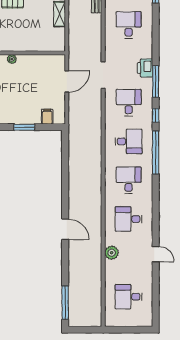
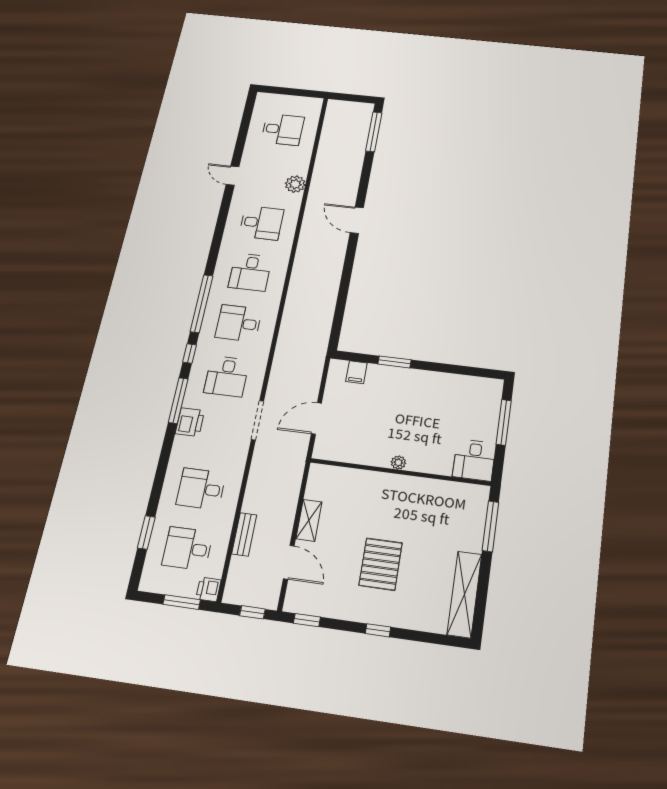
desk: (129, 25) -> (201, 489), turned 90

